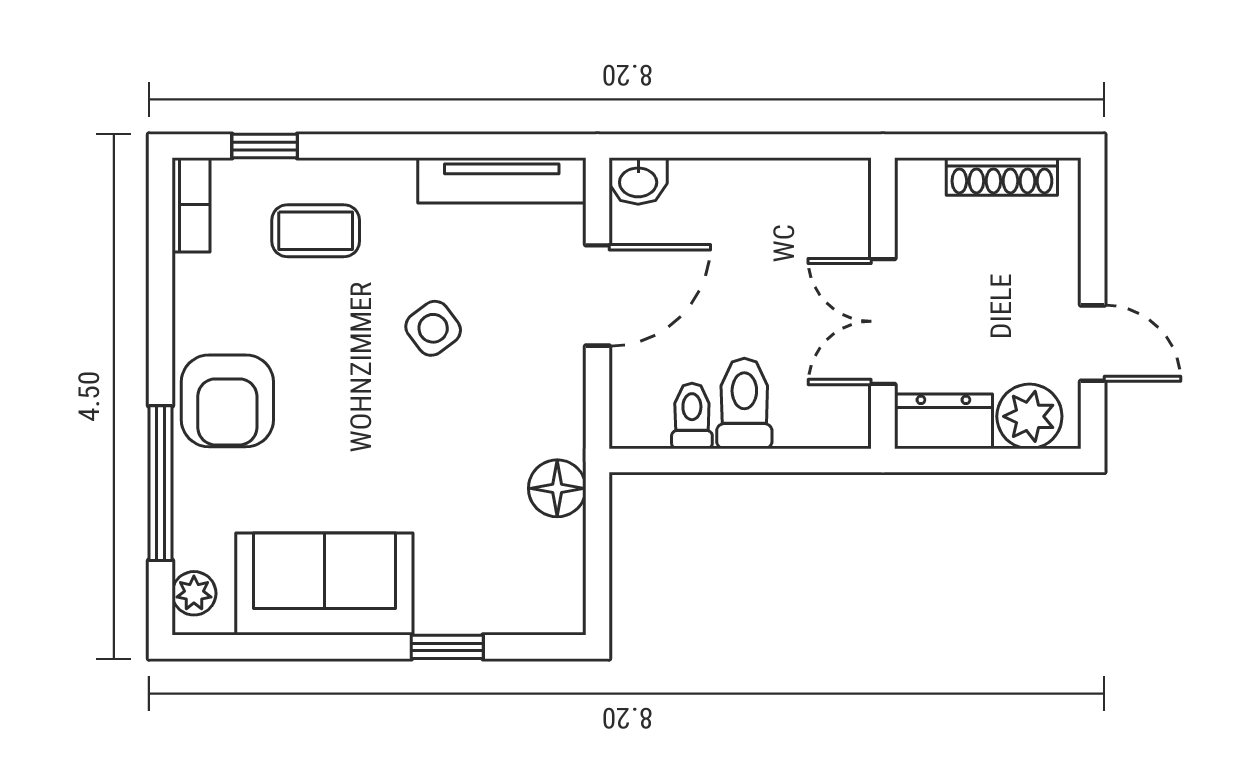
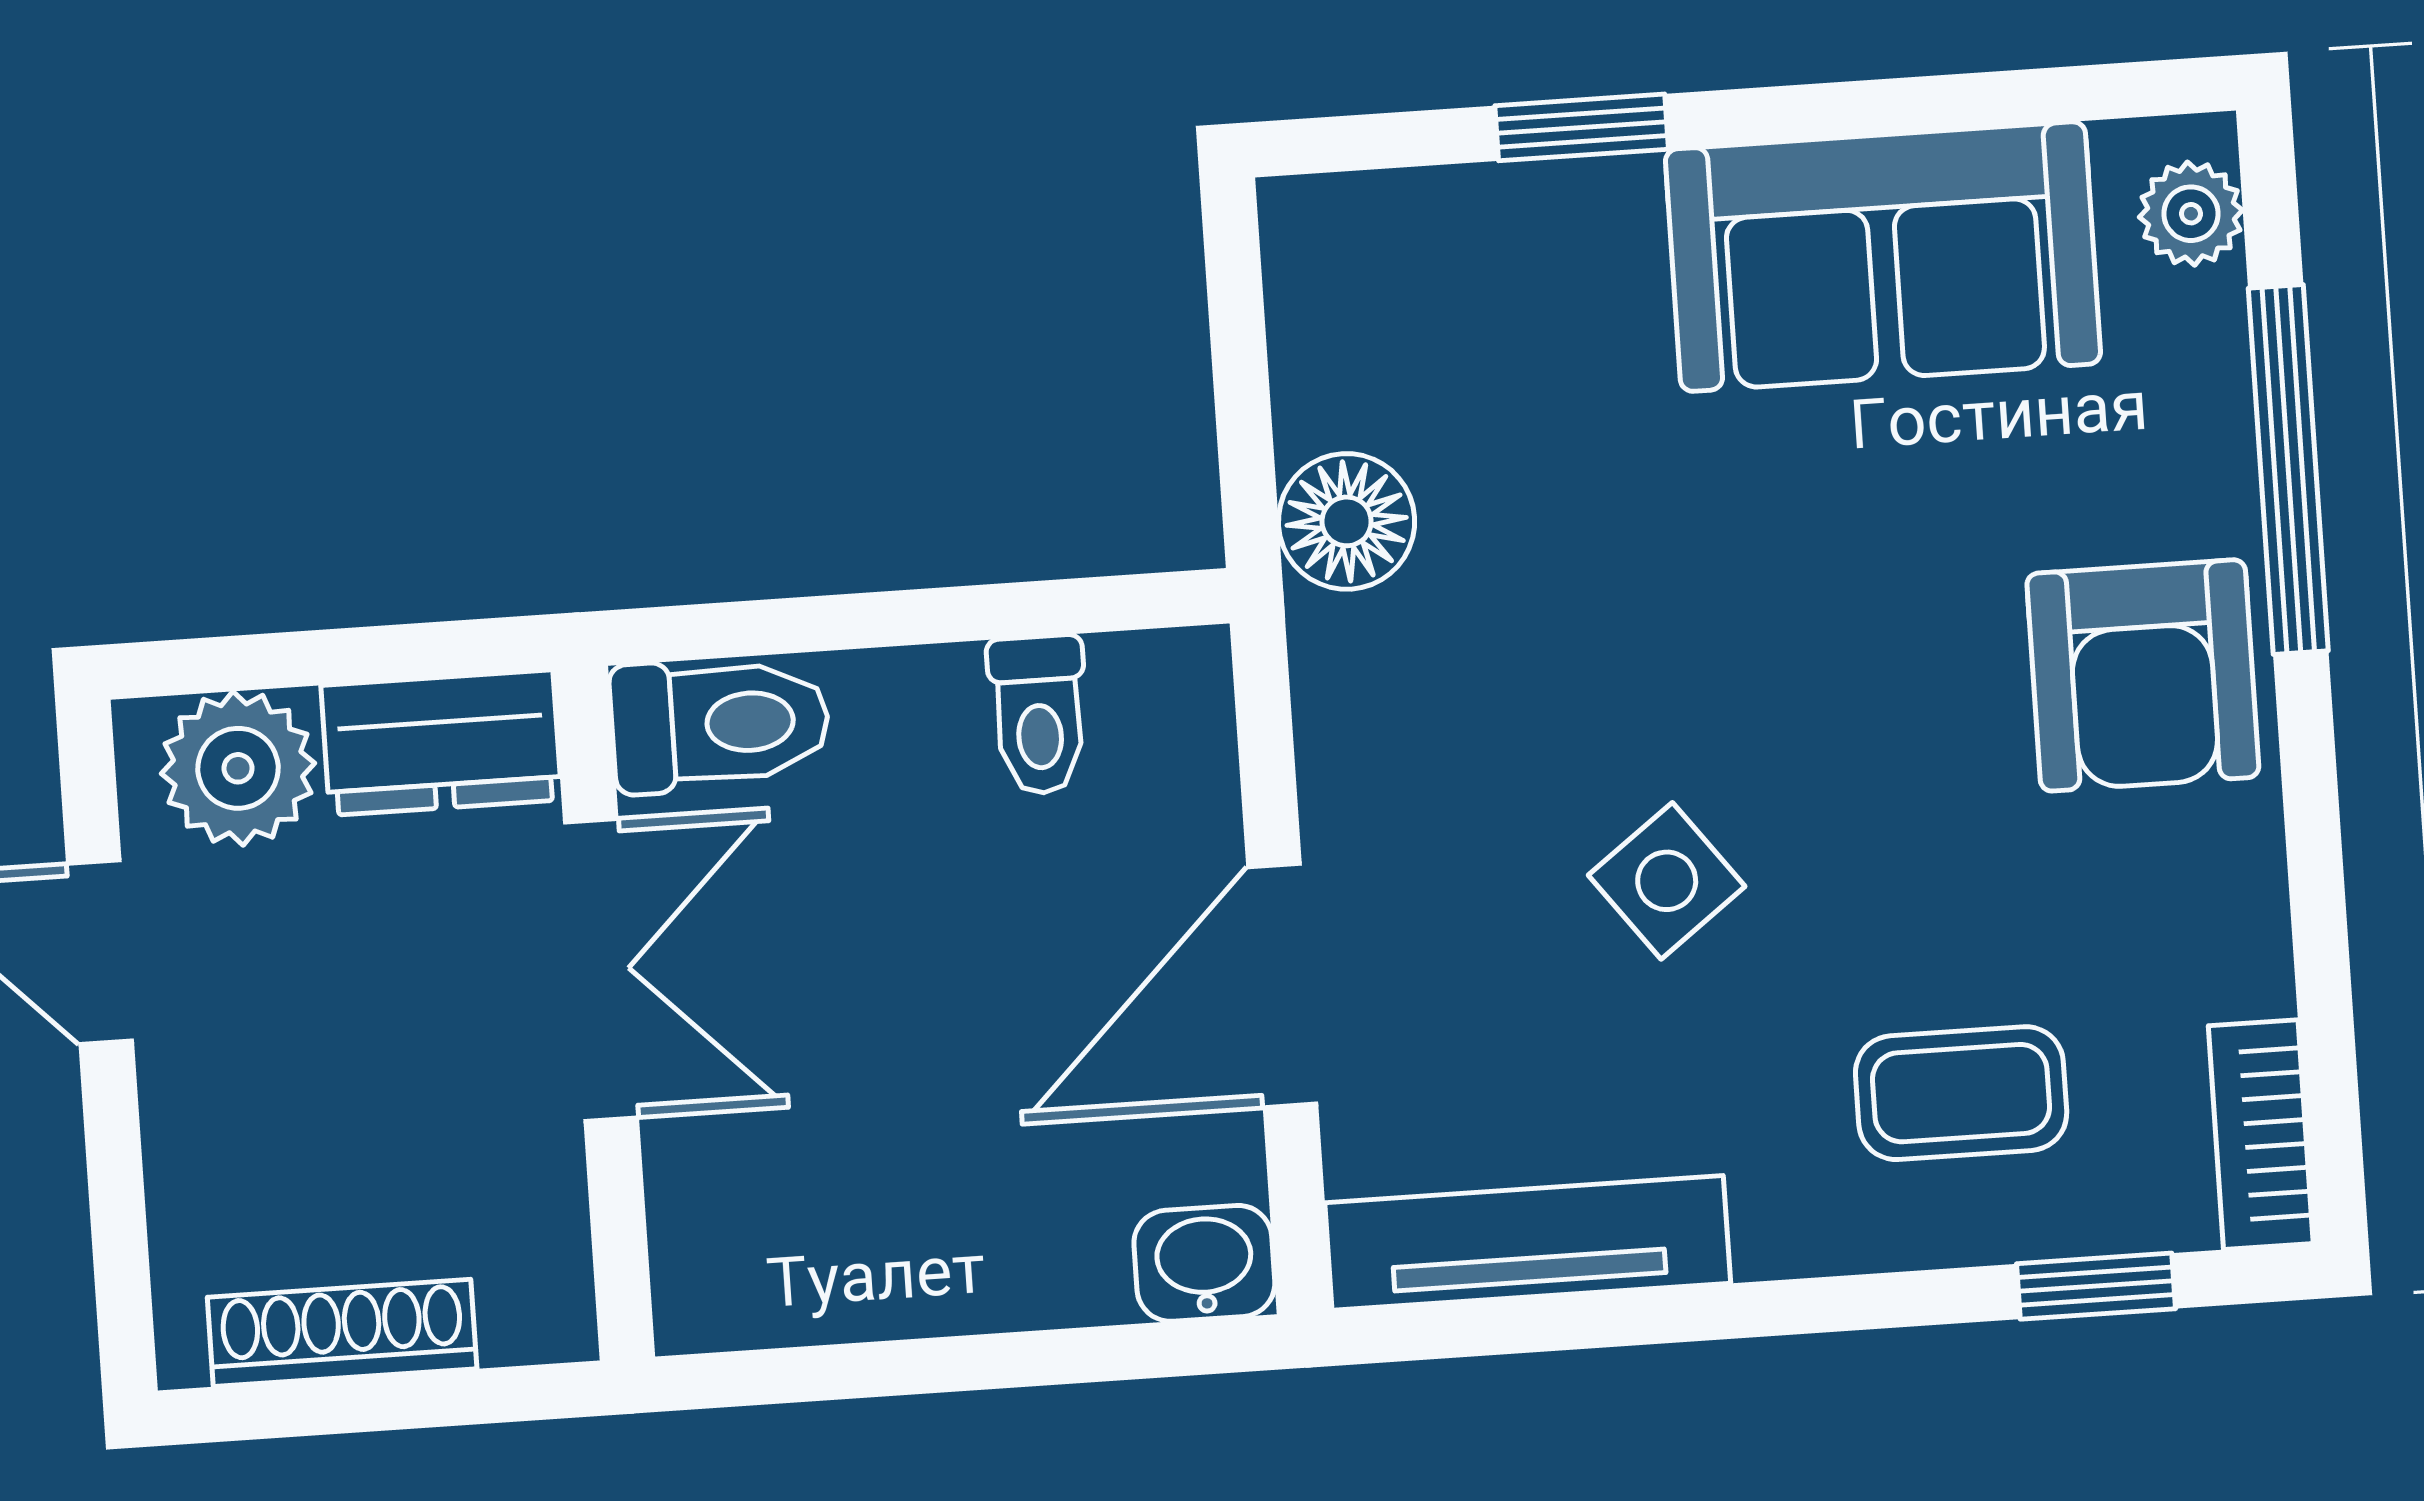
armchair: (227, 401) -> (2143, 675), turned 180
toilet: (744, 404) -> (720, 724), moved, turned -90

